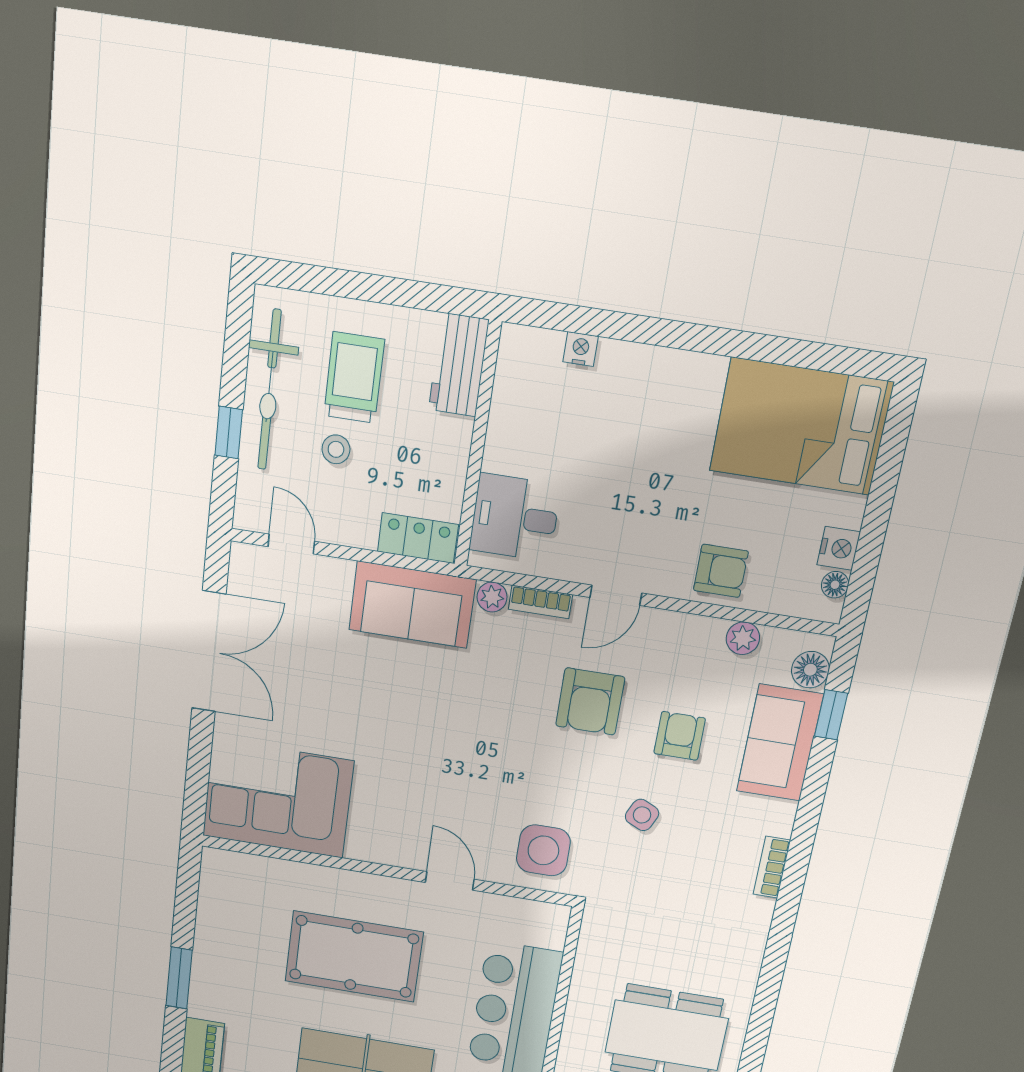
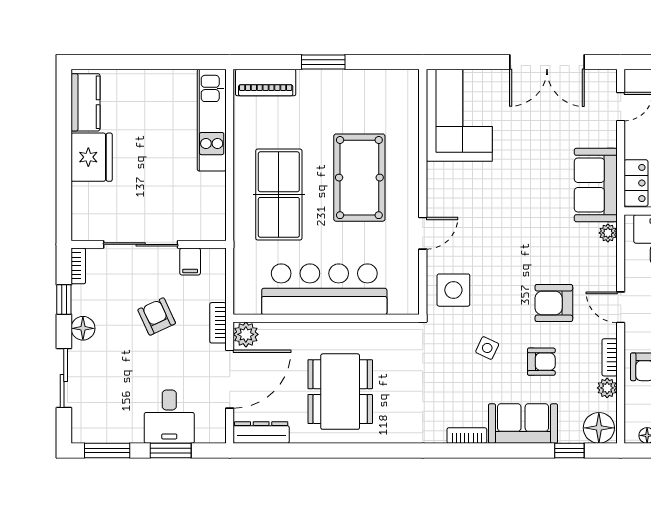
bookcase: (540, 602) -> (610, 357), moved
floor lamp: (810, 670) -> (599, 428), width x1.38, depth x1.38
sofa: (780, 743) -> (523, 423), moved

